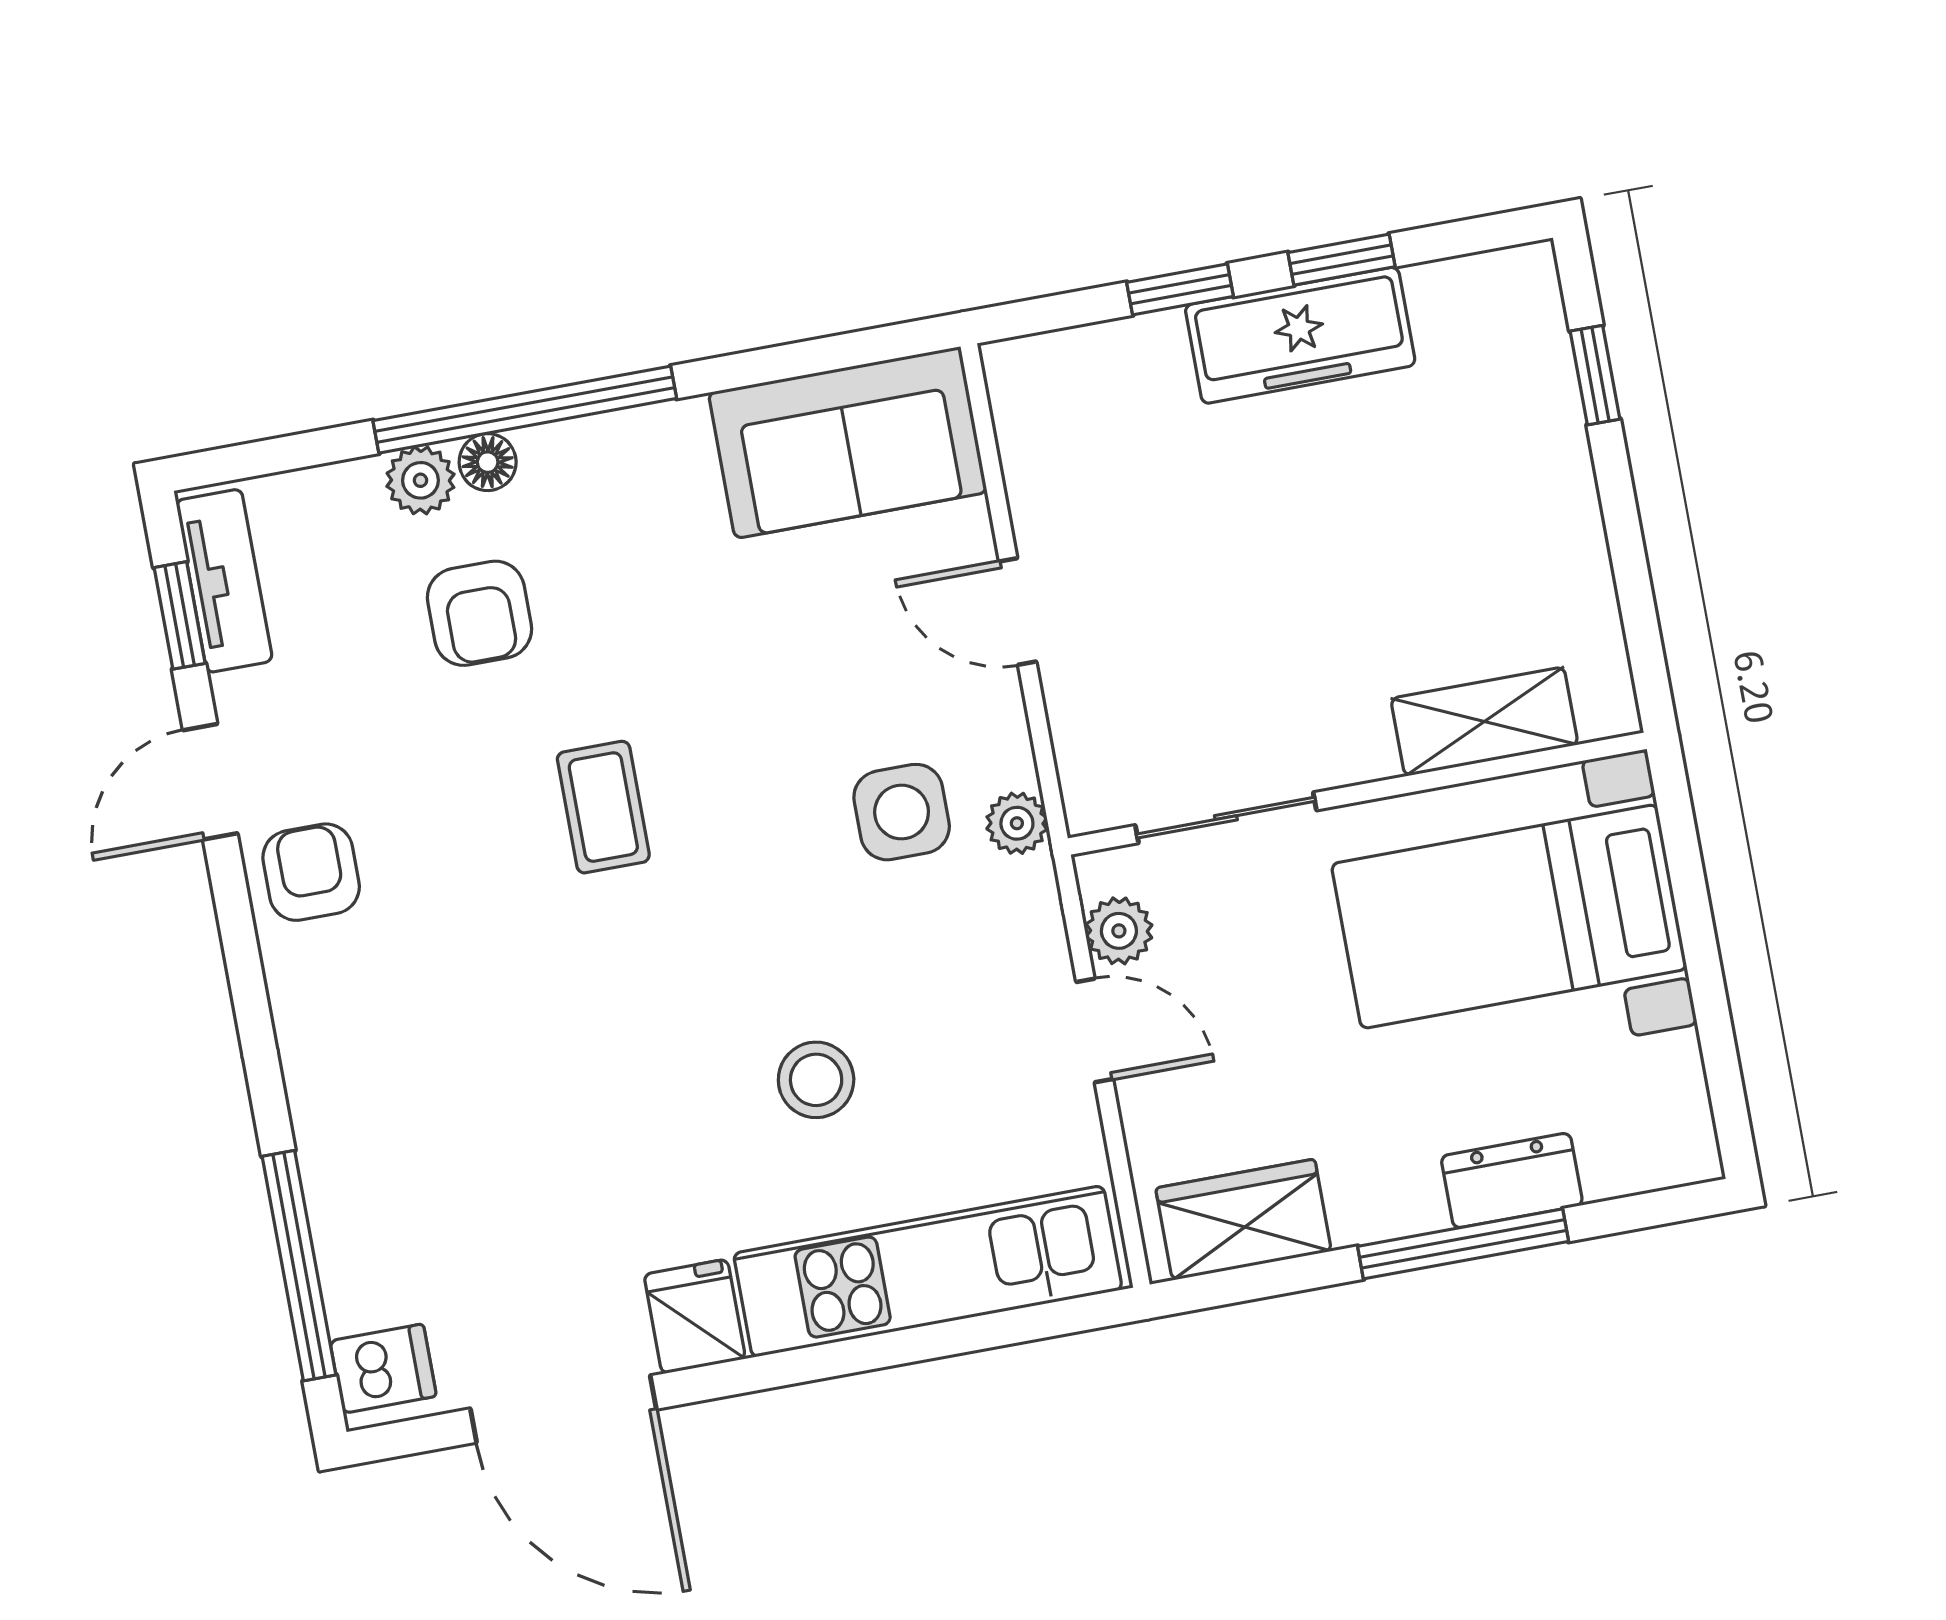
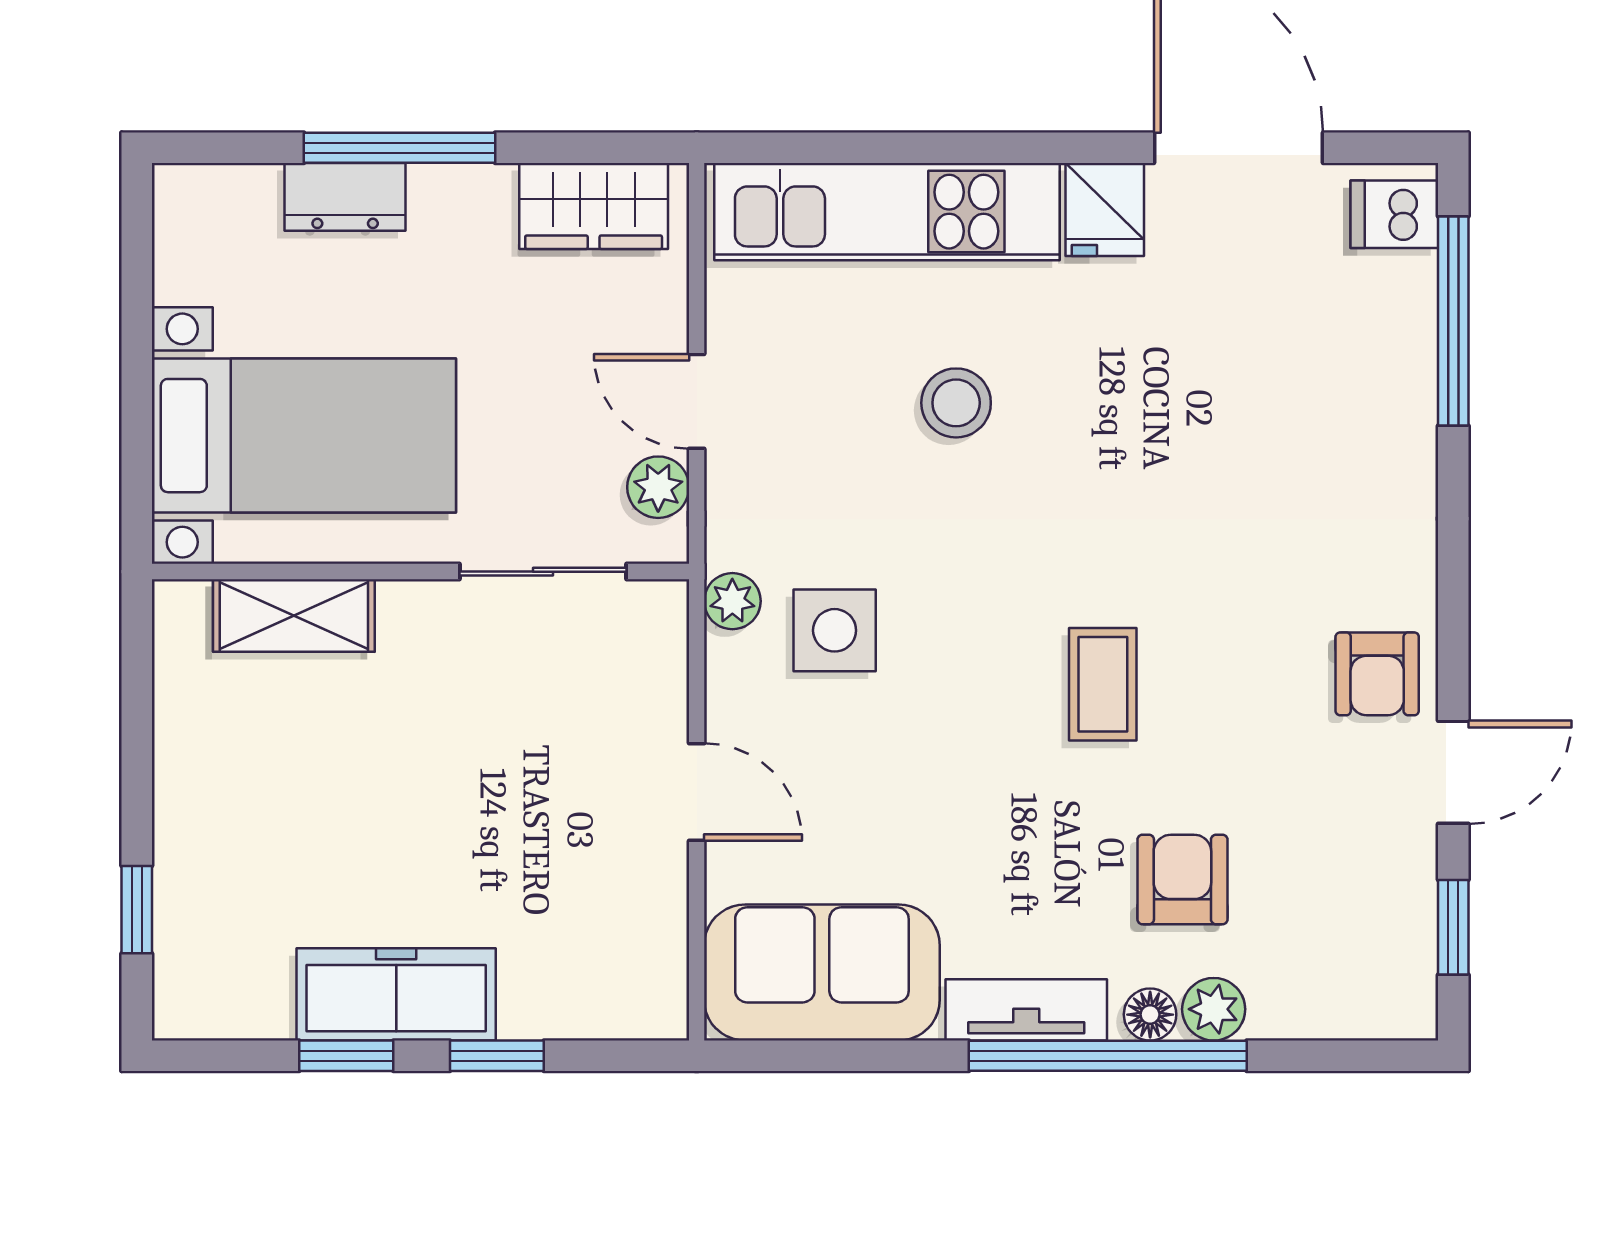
tv unit: (224, 581) -> (1026, 1010), moved, turned 90

